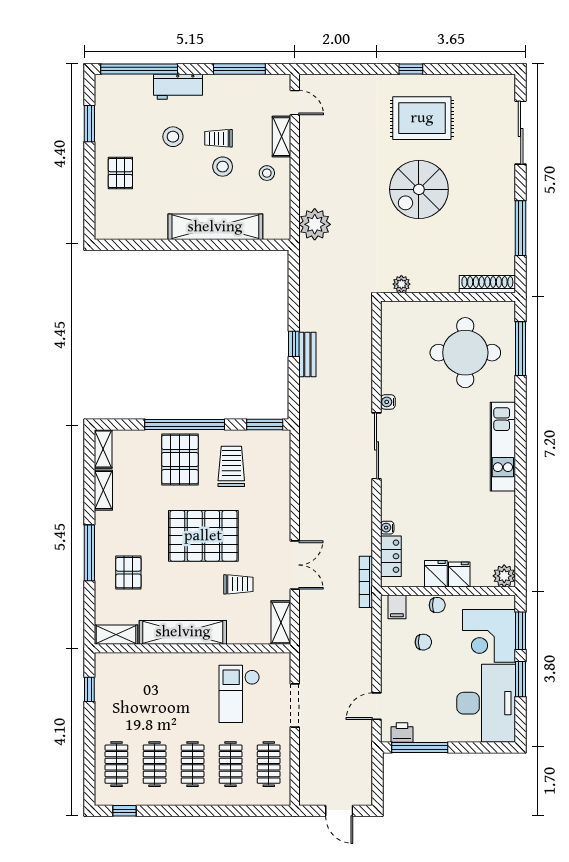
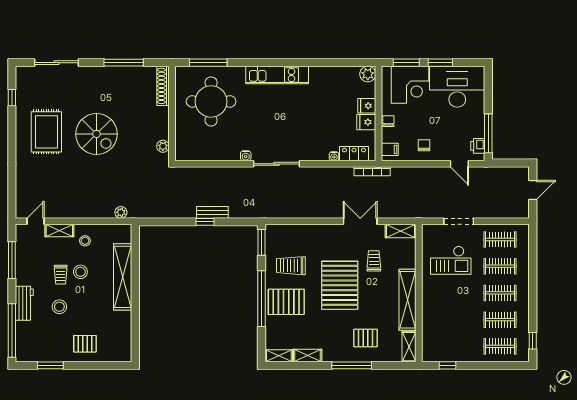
window: (411, 69) -> (12, 98), moved
plant: (315, 224) -> (121, 212), width x0.53, depth x0.53
chair: (423, 642) -> (424, 145), moved

